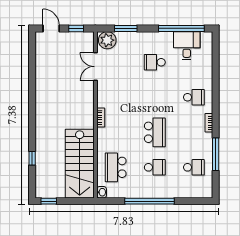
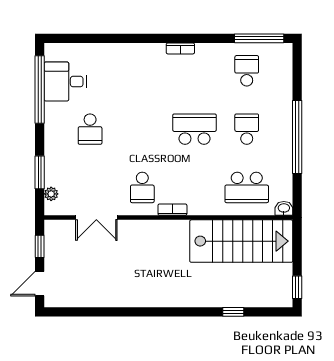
plant: (107, 40) -> (51, 194), width x0.53, depth x0.53
school desk: (194, 97) -> (142, 187), moved, turned 180
window: (216, 154) -> (259, 38), moved

